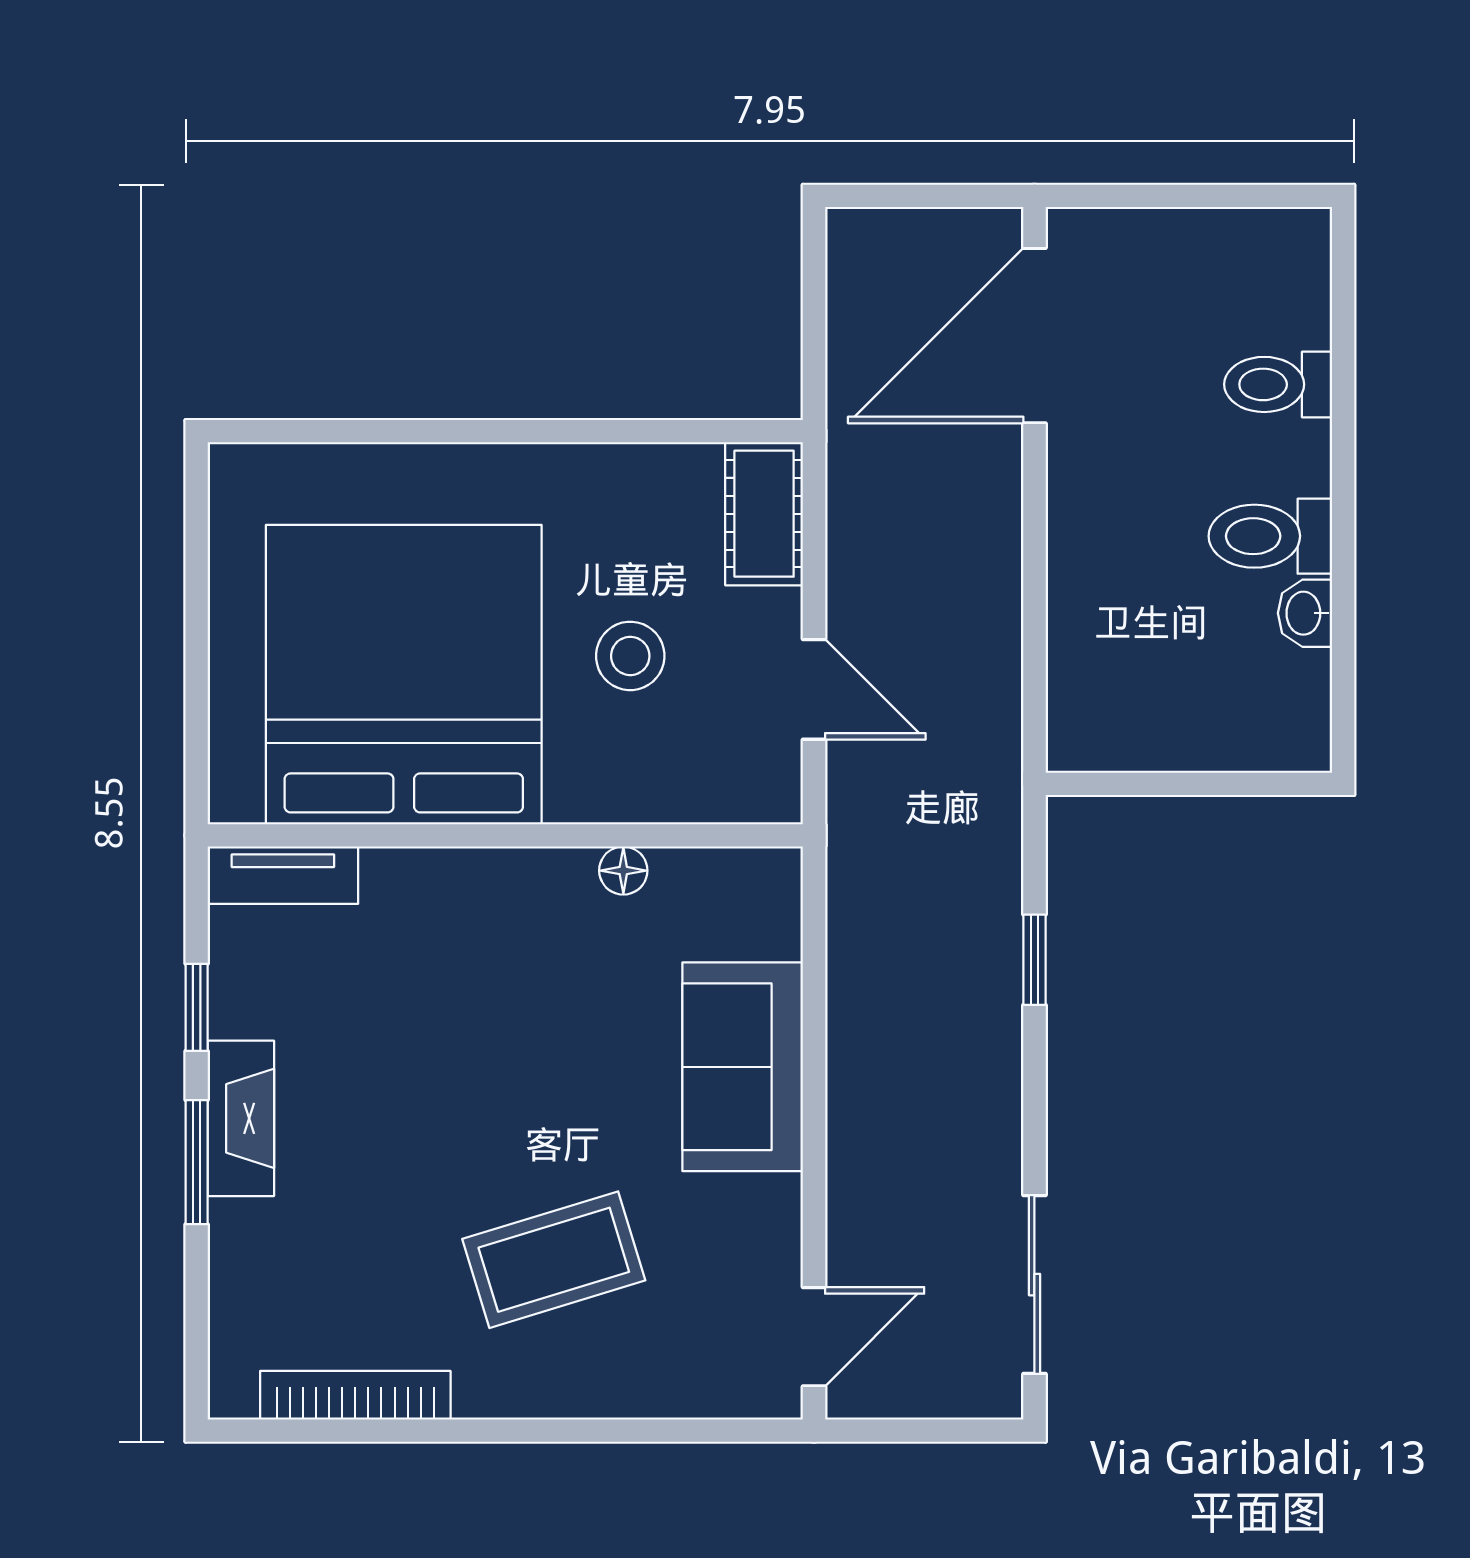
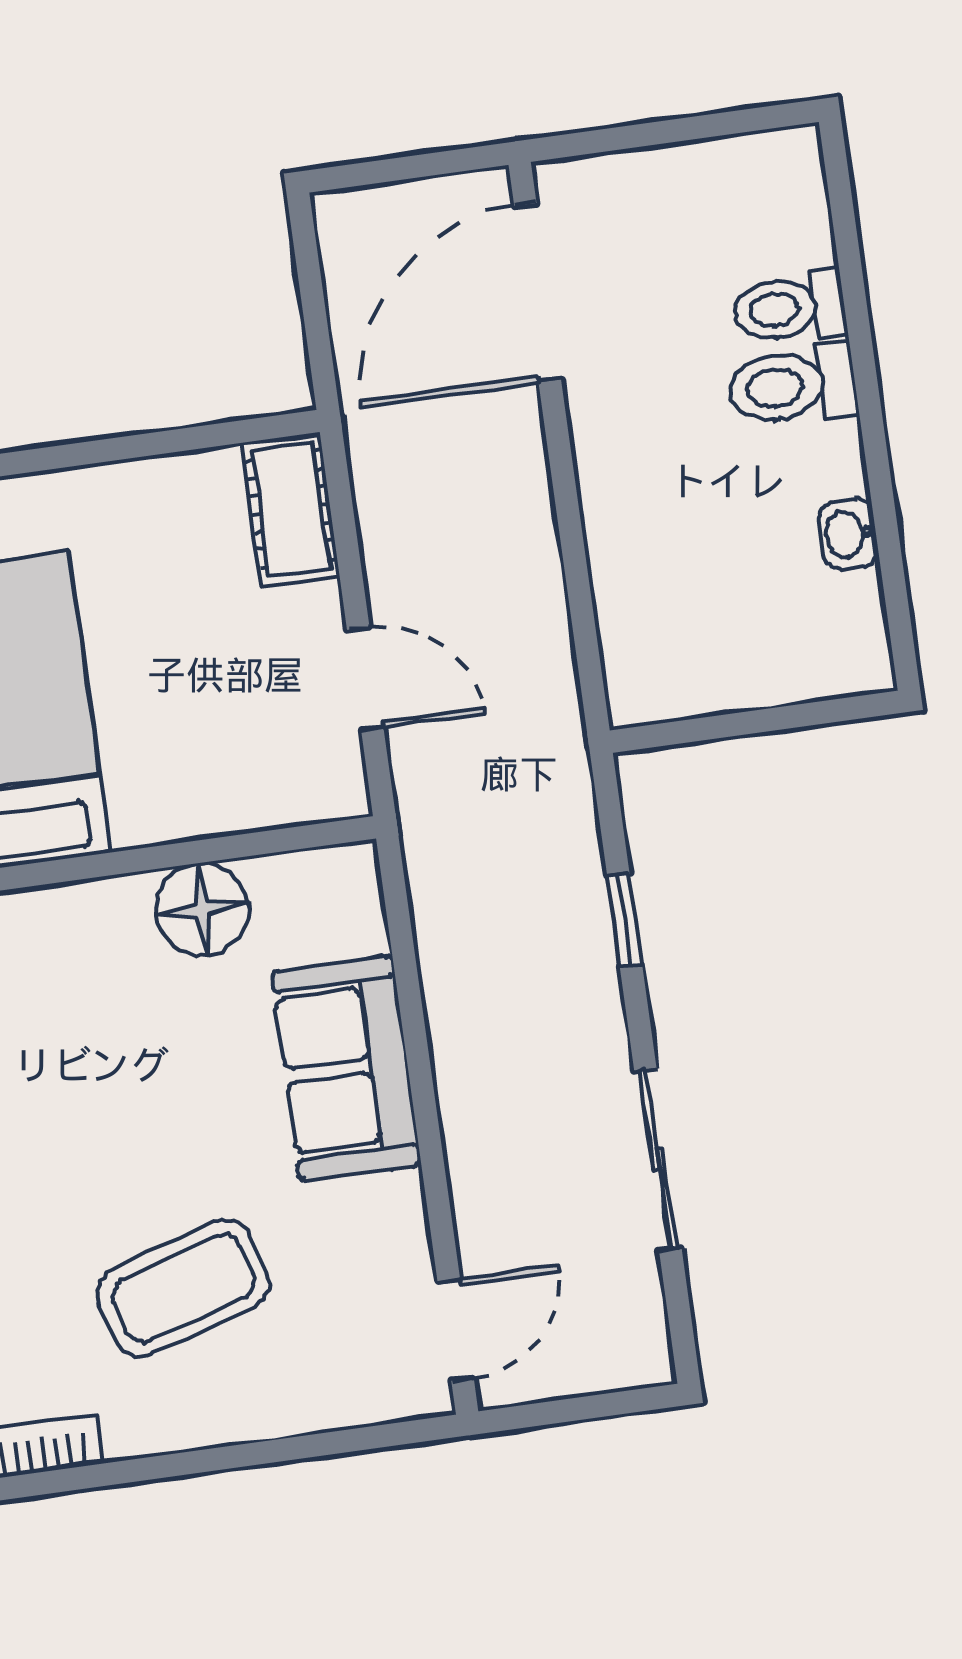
toilet: (1270, 536) -> (792, 385), moved
stool: (630, 656) -> (176, 671), removed
floor lamp: (623, 871) -> (202, 909), width x1.89, depth x1.89
sliding door: (1034, 1285) -> (658, 1159), moved

